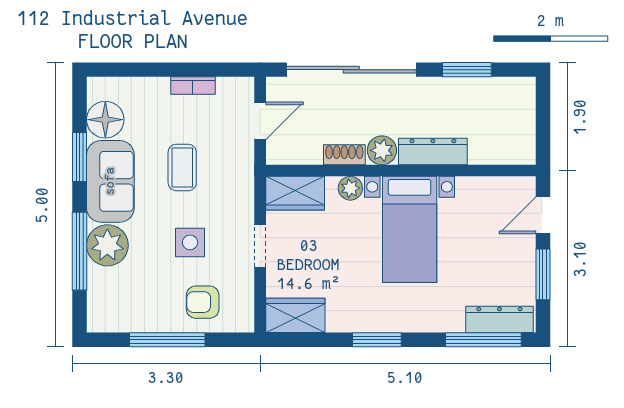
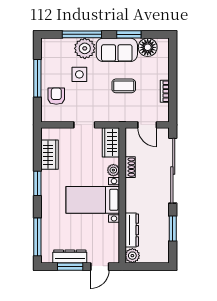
plant: (382, 150) -> (132, 256), moved
dresser: (433, 151) -> (132, 230), moved
door: (543, 215) -> (100, 267), swing flipped
side table: (190, 242) -> (79, 74), moved
wardrobe: (295, 315) -> (50, 155), moved
dresser: (499, 319) -> (70, 256), moved, turned -90

